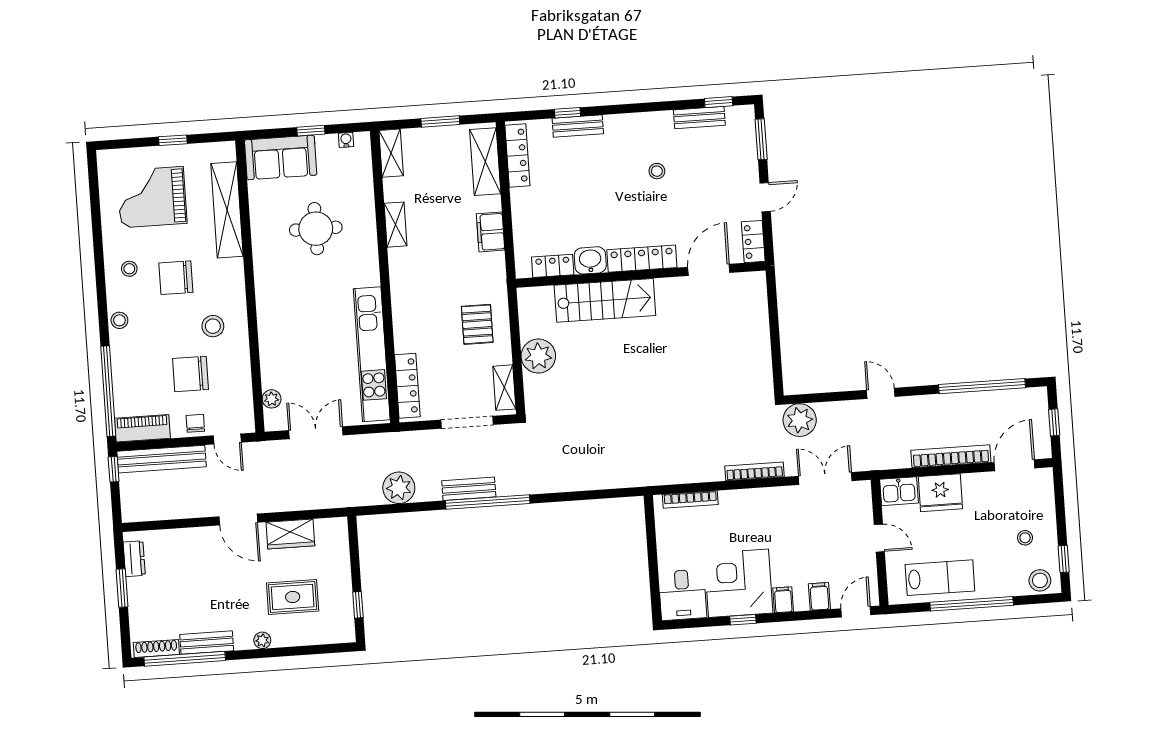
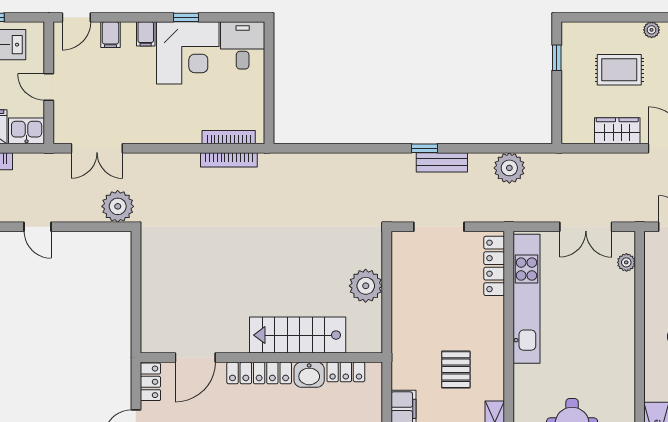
pallet: (477, 324) -> (456, 370), moved
shelving: (504, 388) -> (401, 258), removed
bookcase: (755, 471) -> (229, 160), moved
window: (488, 502) -> (425, 148), width x0.32

